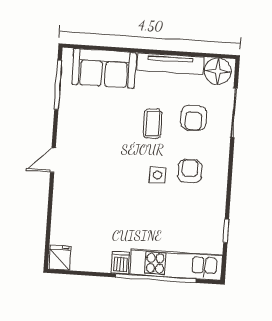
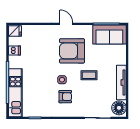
sofa: (104, 68) -> (109, 35), moved, turned -90
armchair: (194, 118) -> (72, 51), moved, width x1.88, depth x1.88
dishwasher: (120, 263) -> (14, 50), moved

